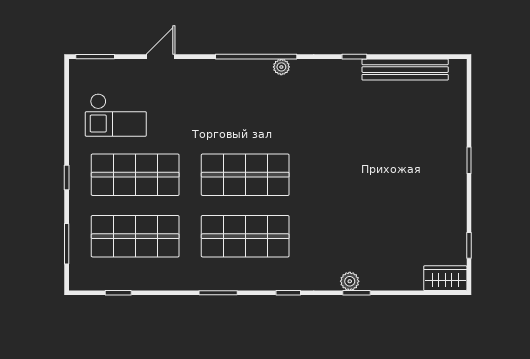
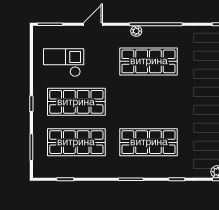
plant: (281, 67) -> (136, 31), moved
checkout: (116, 115) -> (64, 63), turned 180
shop shelf: (245, 175) -> (149, 61), moved

